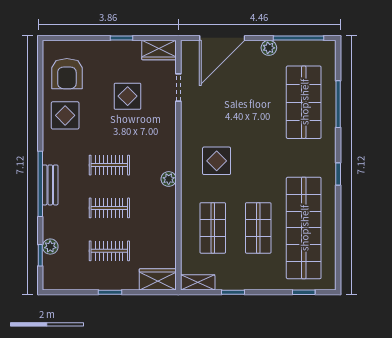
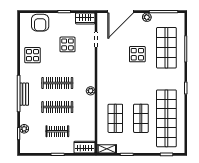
armchair: (67, 74) -> (40, 23), moved
display table: (217, 161) -> (137, 54), moved
clothes rail: (109, 165) -> (57, 83), width x1.36
clothes rail: (109, 208) -> (57, 107), width x1.36

